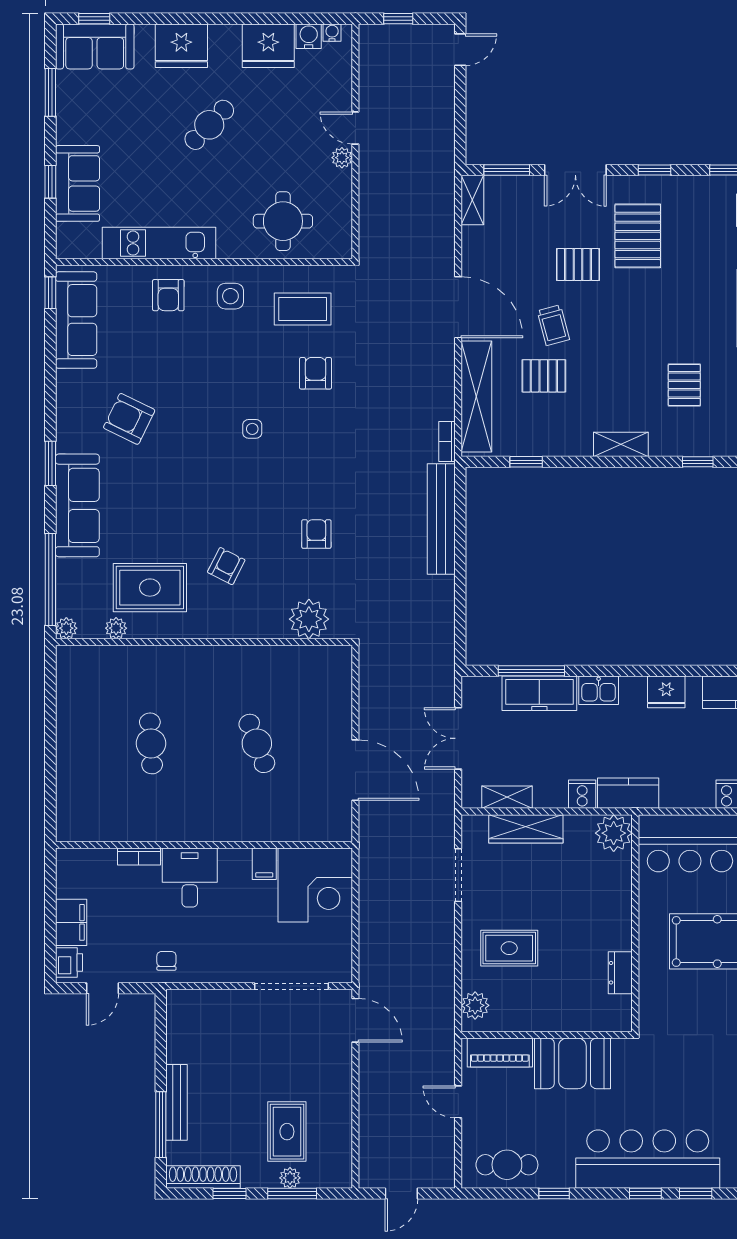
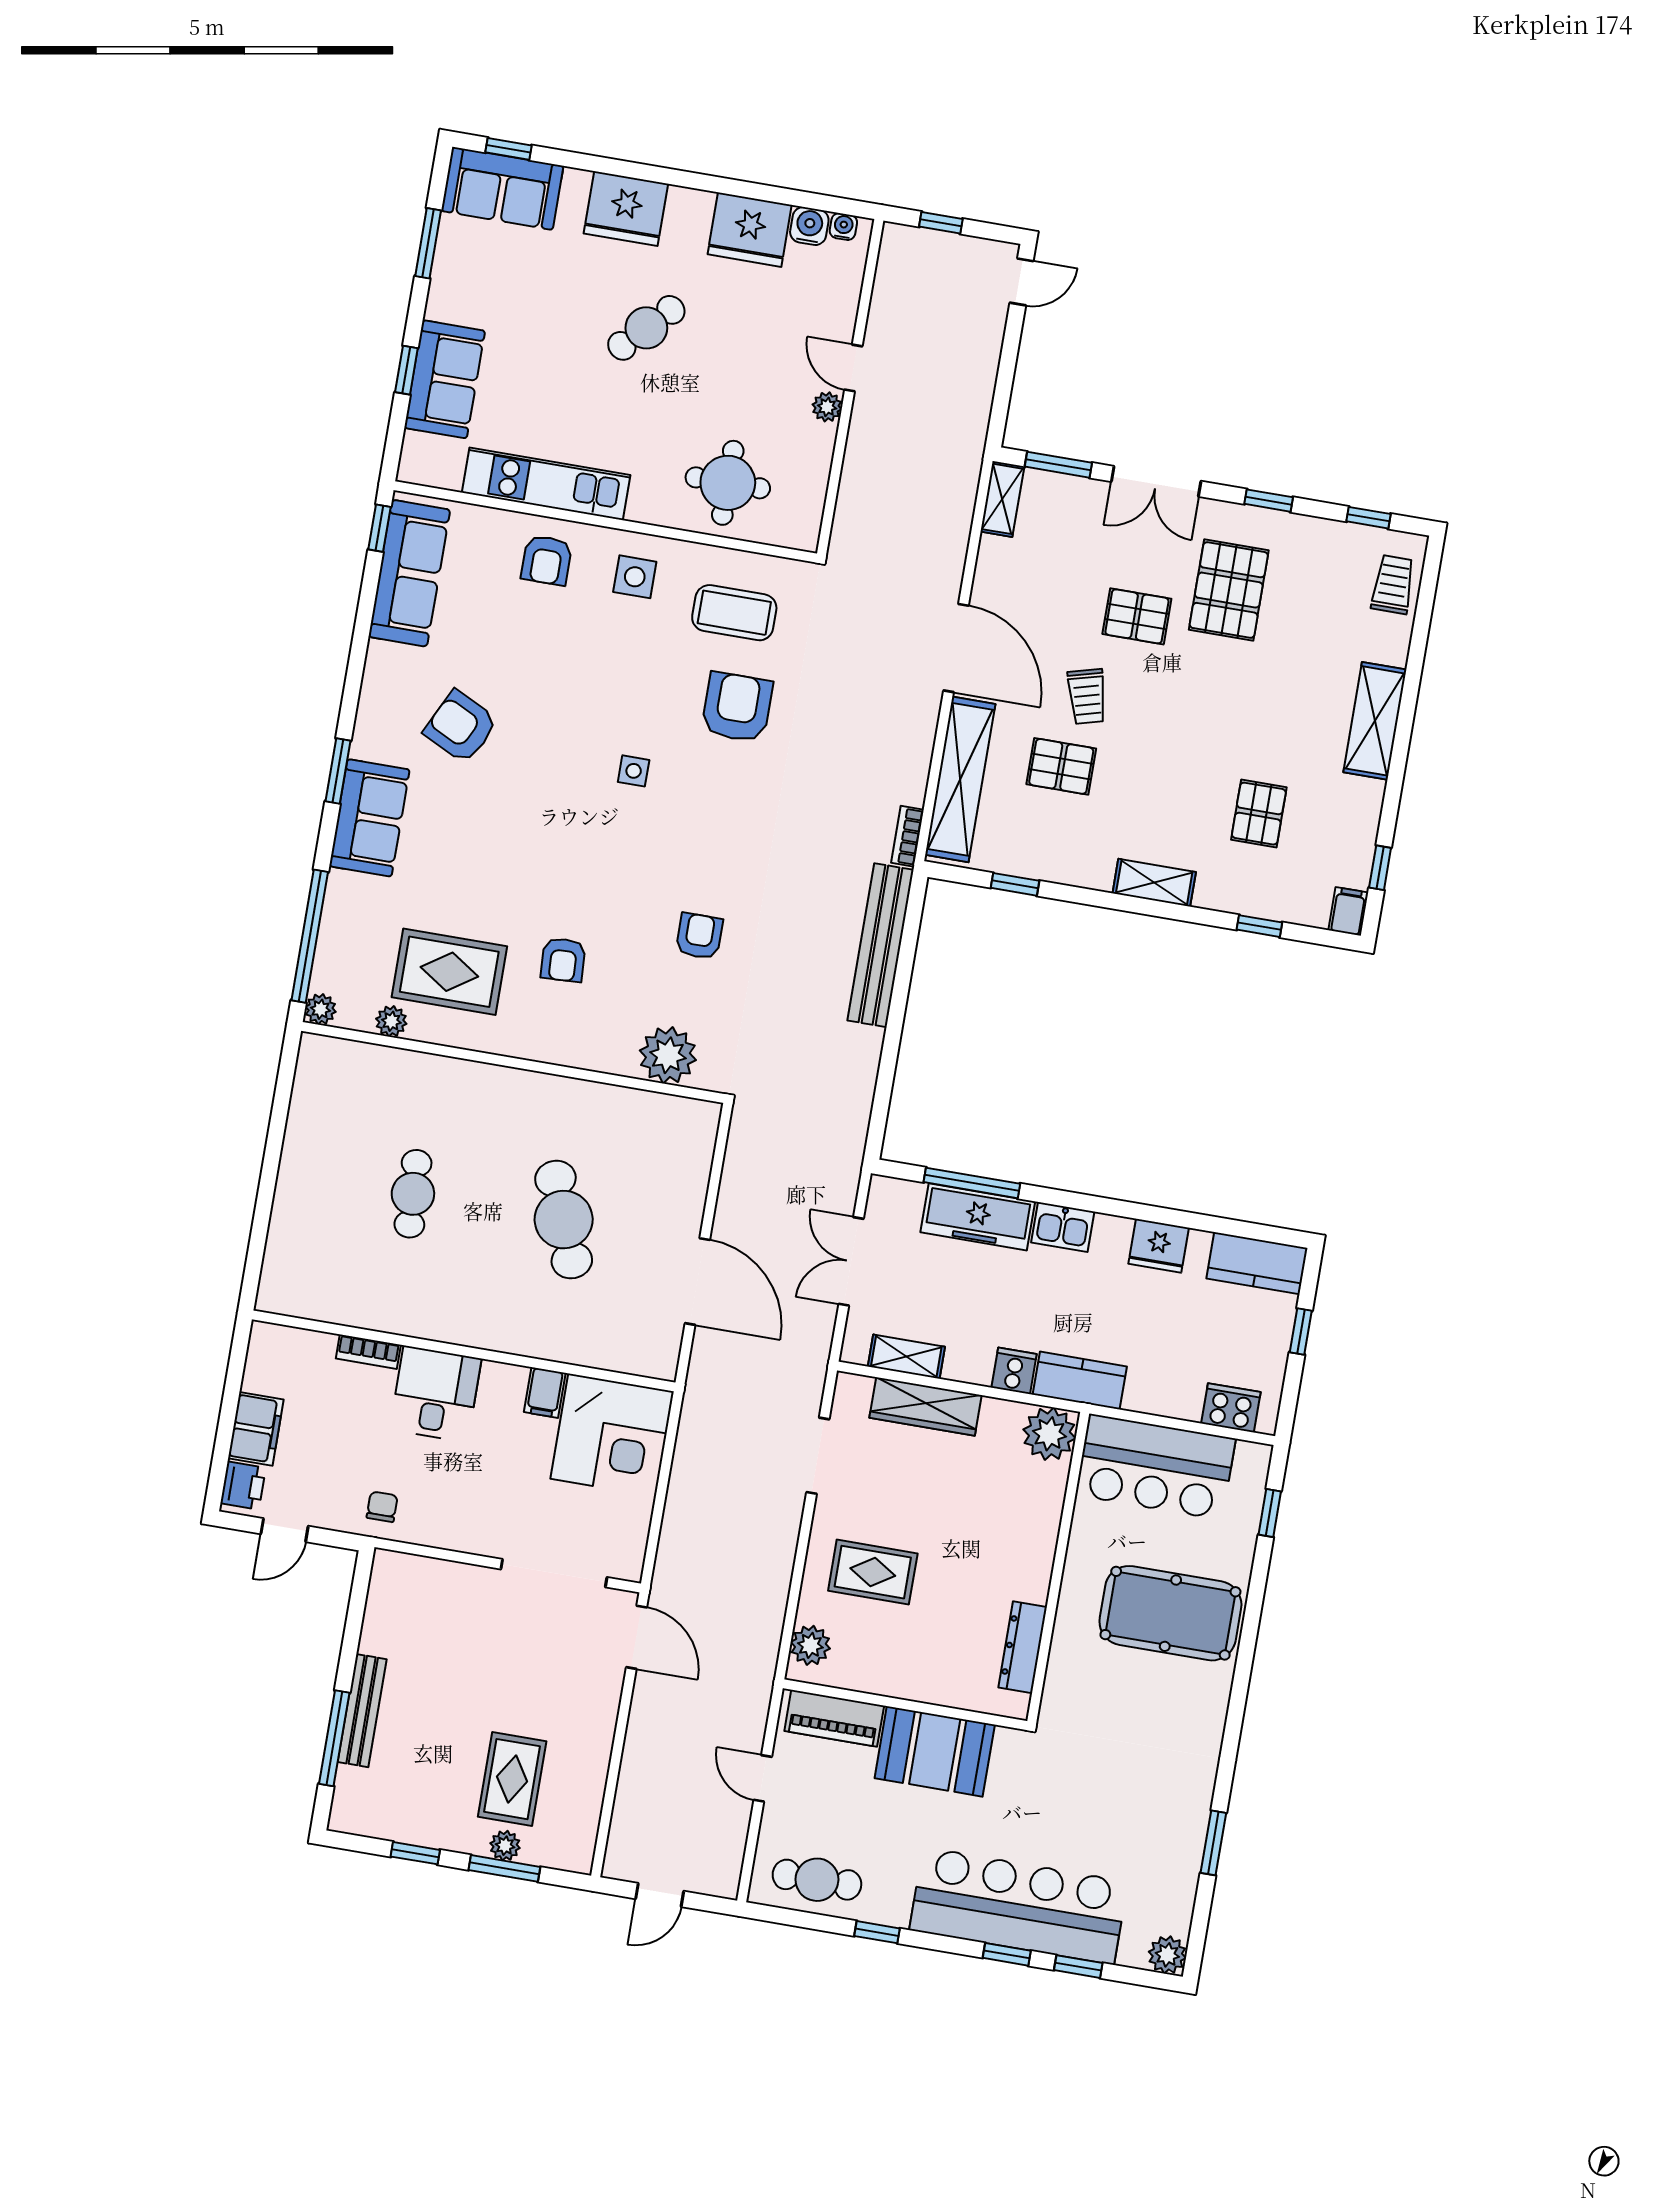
armchair: (316, 373) -> (737, 707), width x1.38, depth x1.38
sofa: (77, 505) -> (369, 818), width x0.73
armchair: (226, 566) -> (563, 960), turned 150
cafe table: (257, 743) -> (564, 1220), width x1.37, depth x1.35
dresser: (620, 973) -> (1023, 1647), width x1.44
shoe rack: (203, 1177) -> (382, 1823), removed

